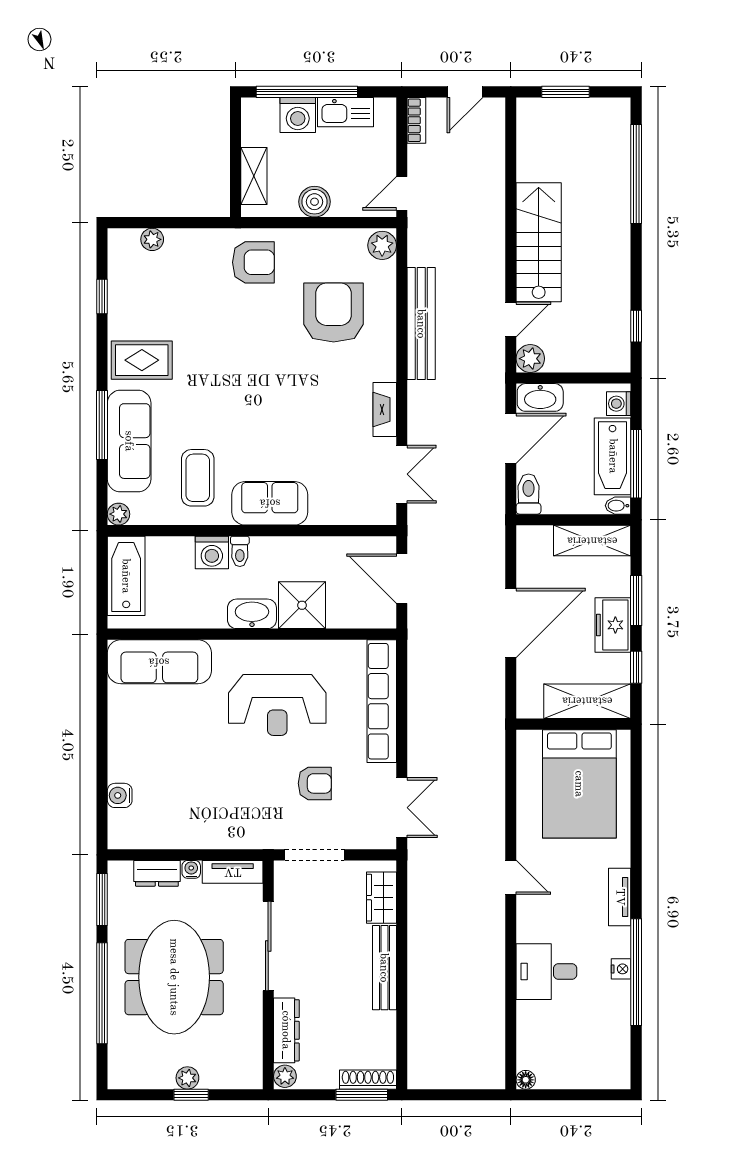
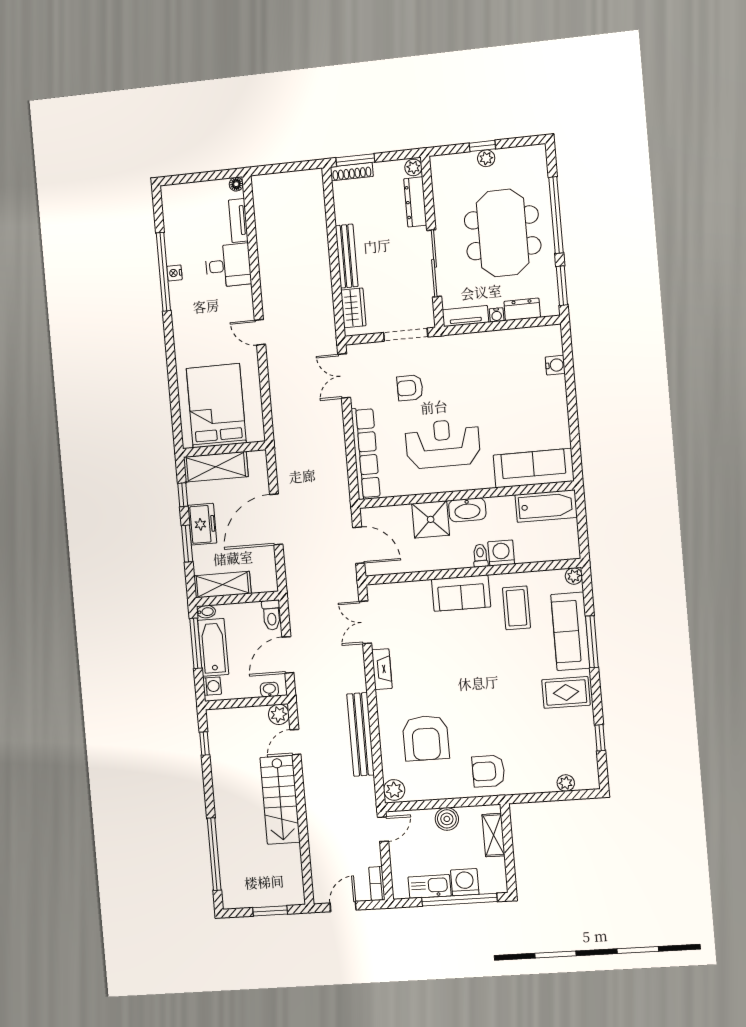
washbasin: (540, 397) -> (269, 690), width x0.52, depth x0.69
bathtub: (126, 576) -> (546, 506), moved, turned -90
tv unit: (620, 897) -> (238, 220), moved, turned 180

